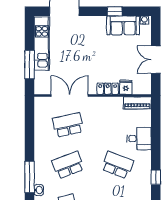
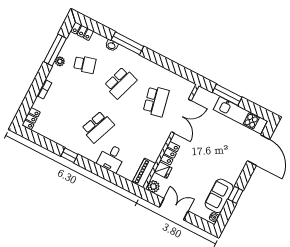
plant: (145, 88) -> (153, 186), added
school desk: (68, 165) -> (120, 83), turned 39

